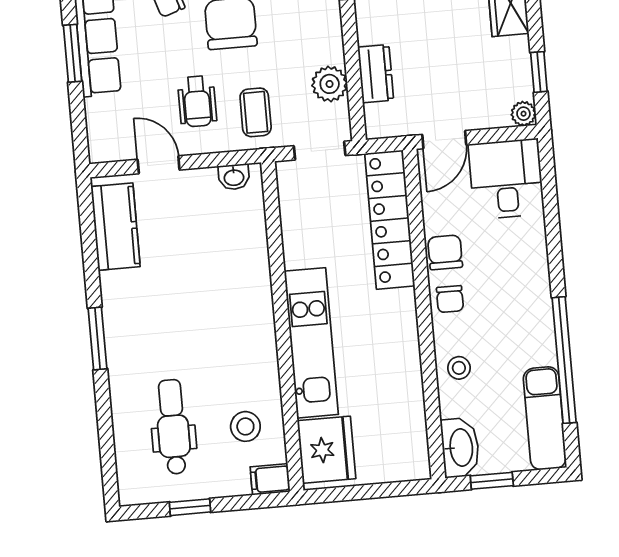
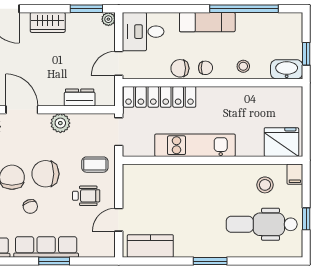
window: (539, 72) -> (86, 9), width x1.50
plant: (330, 84) -> (60, 123), moved
door: (444, 140) -> (119, 63), swing flipped
washbasin: (234, 177) -> (129, 179), removed
kitchen unit: (311, 343) -> (195, 145), moved
exam couch: (545, 418) -> (207, 22), moved
dental chair: (173, 427) -> (262, 224), width x1.36, depth x1.38

